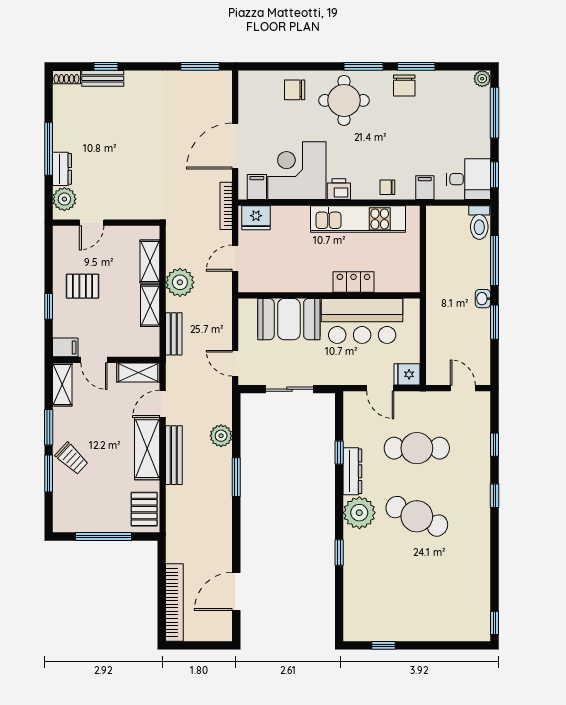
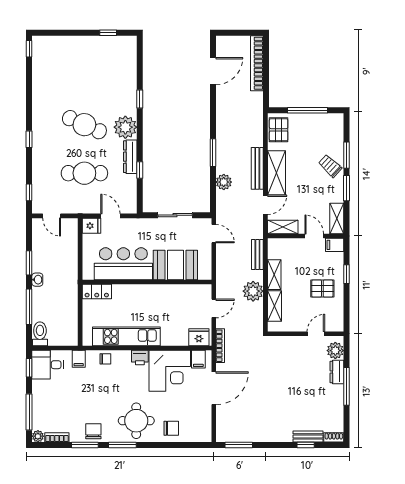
bookcase: (455, 77) -> (57, 437), added
locker: (353, 282) -> (97, 291), moved
window: (494, 445) -> (29, 192), moved

